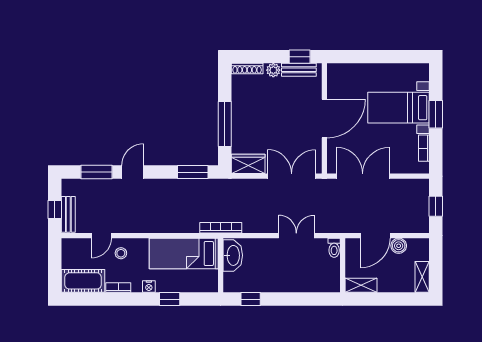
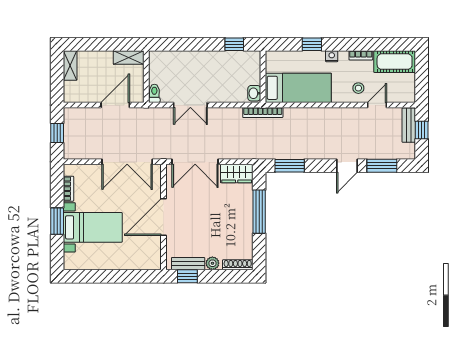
boiler: (399, 246) -> (93, 95), removed
washbasin: (233, 255) -> (254, 93), width x0.52, depth x0.69

